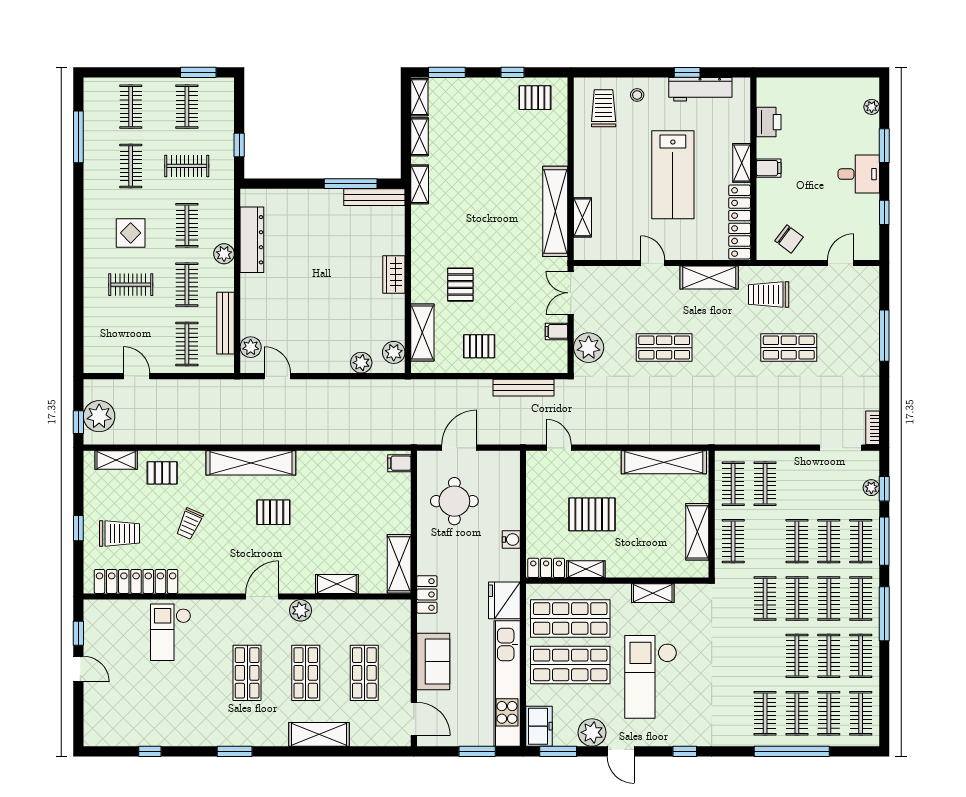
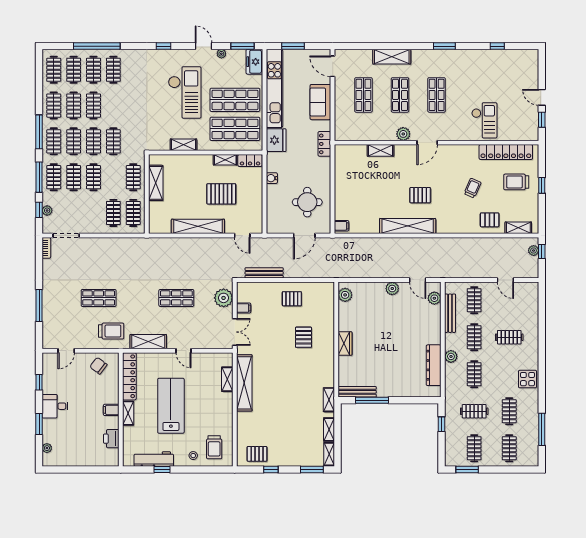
display table: (131, 233) -> (528, 379), moved
shelving: (422, 333) -> (327, 307), removed
plant: (361, 363) -> (392, 289), moved
plant: (99, 416) -> (534, 251), width x0.53, depth x0.53
shelving: (664, 462) -> (198, 226), moved
shelving: (251, 463) -> (408, 226), moved
shelving: (399, 564) -> (342, 163), removed
plant: (592, 732) -> (221, 54), width x0.53, depth x0.53

